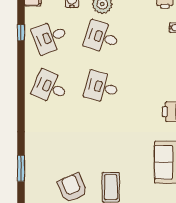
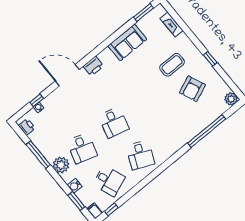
window: (21, 33) -> (111, 209), moved
window: (21, 168) -> (207, 131), width x2.11

